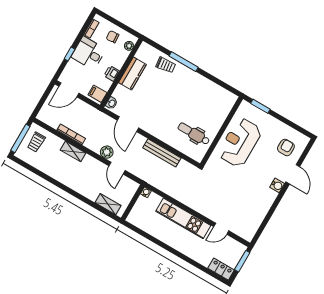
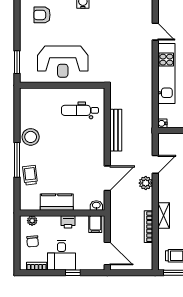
stool: (195, 83) -> (31, 137), added
dental chair: (194, 134) -> (80, 110), turned 90

